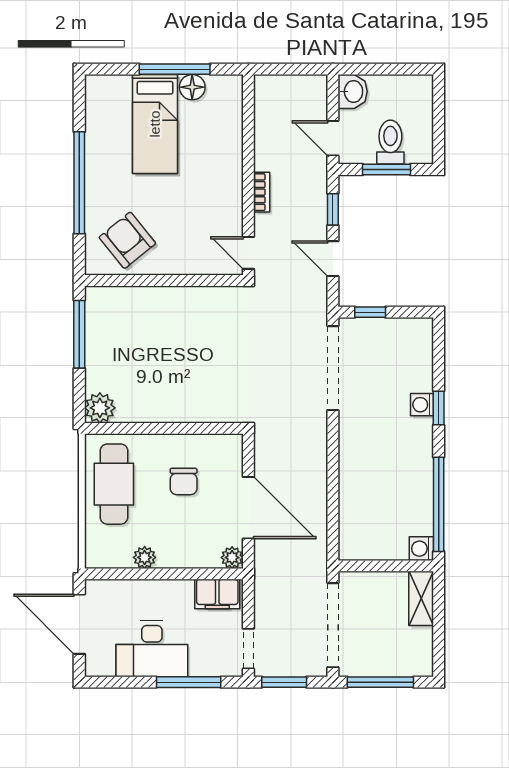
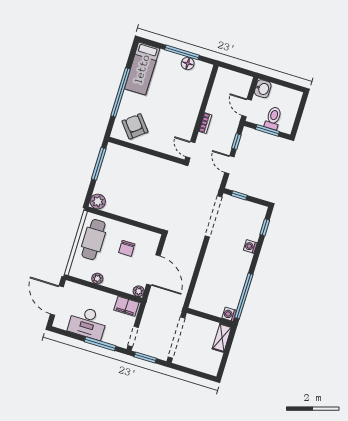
bed: (155, 124) -> (142, 69), moved
window: (439, 408) -> (265, 227), moved
window: (380, 682) -> (191, 371), removed

